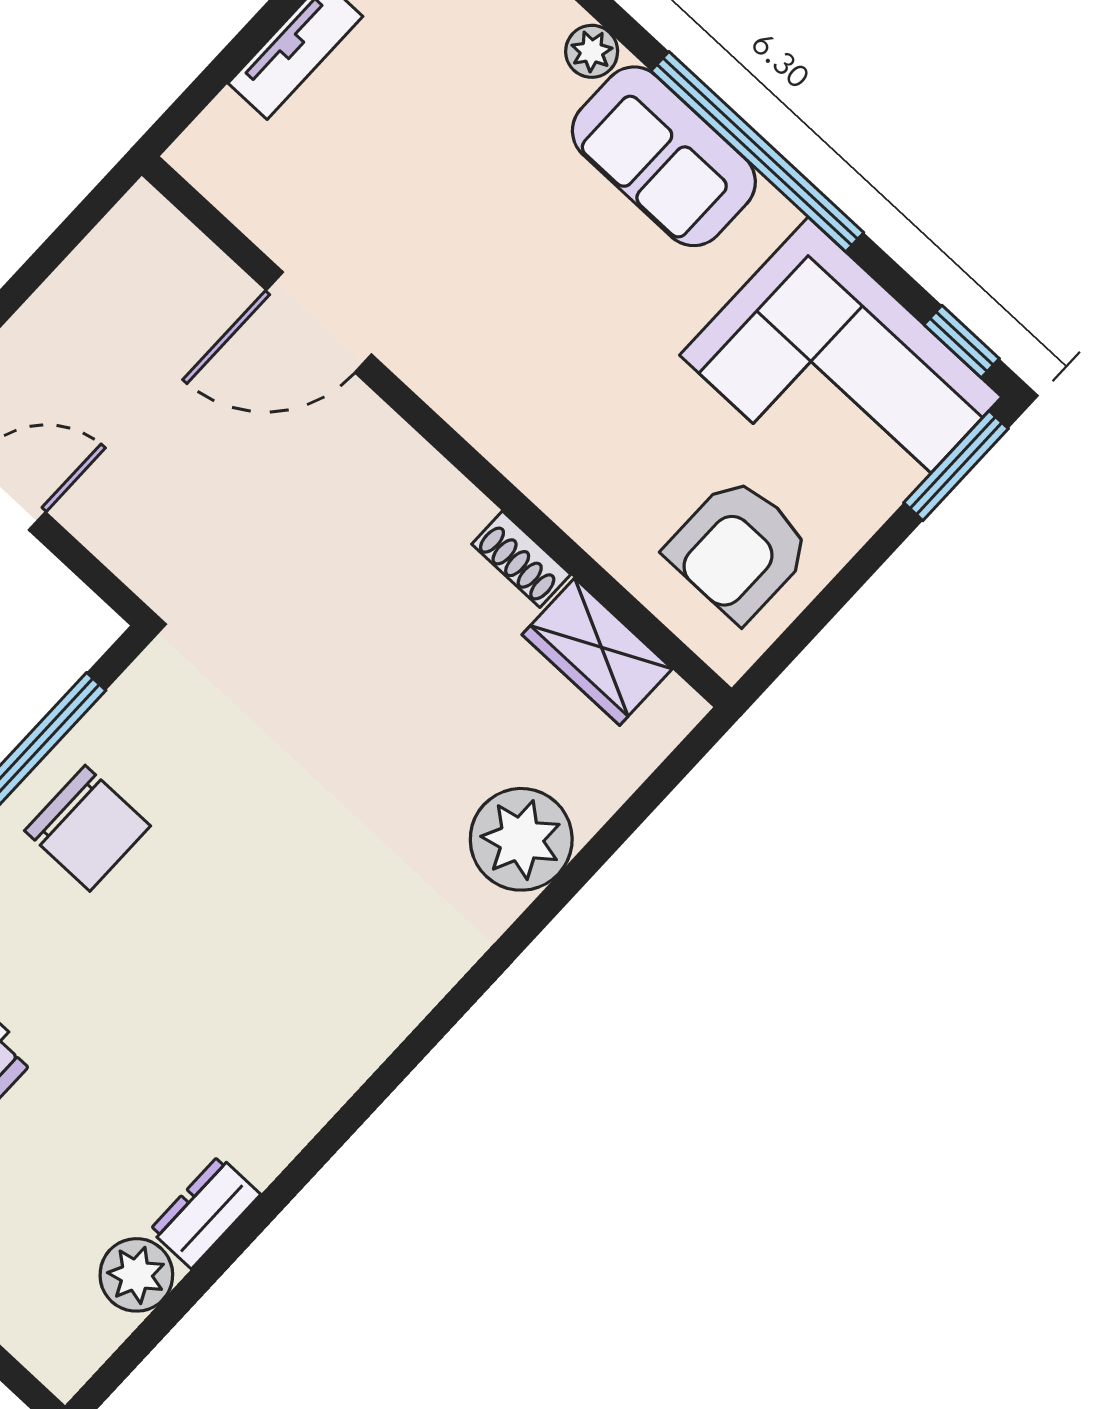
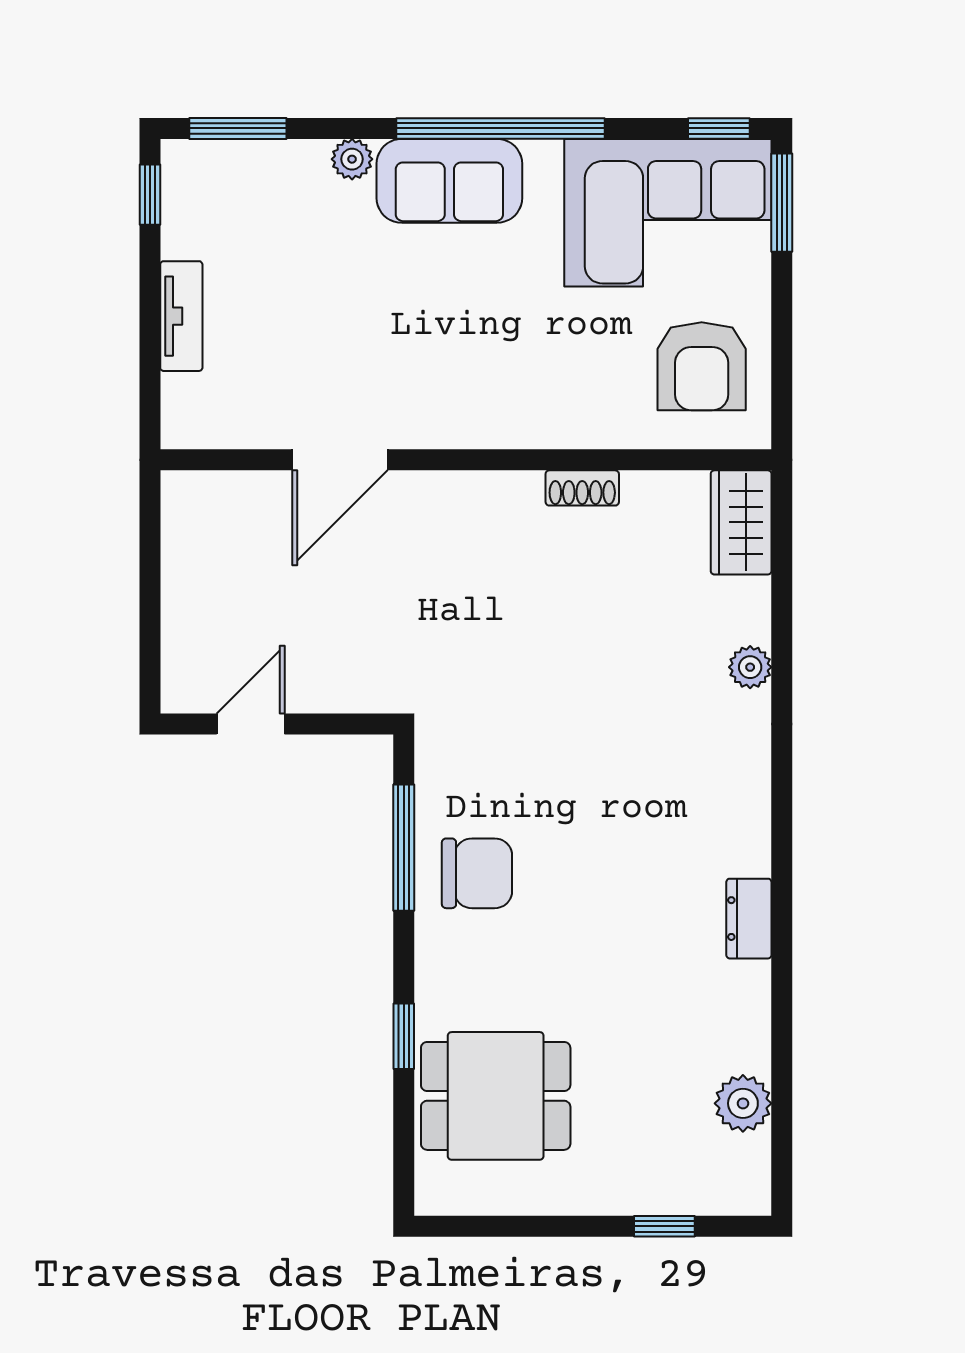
wardrobe: (597, 652) -> (741, 522), moved, turned 90
plant: (521, 839) -> (750, 667), width x0.53, depth x0.53
dresser: (205, 1212) -> (749, 919), moved

